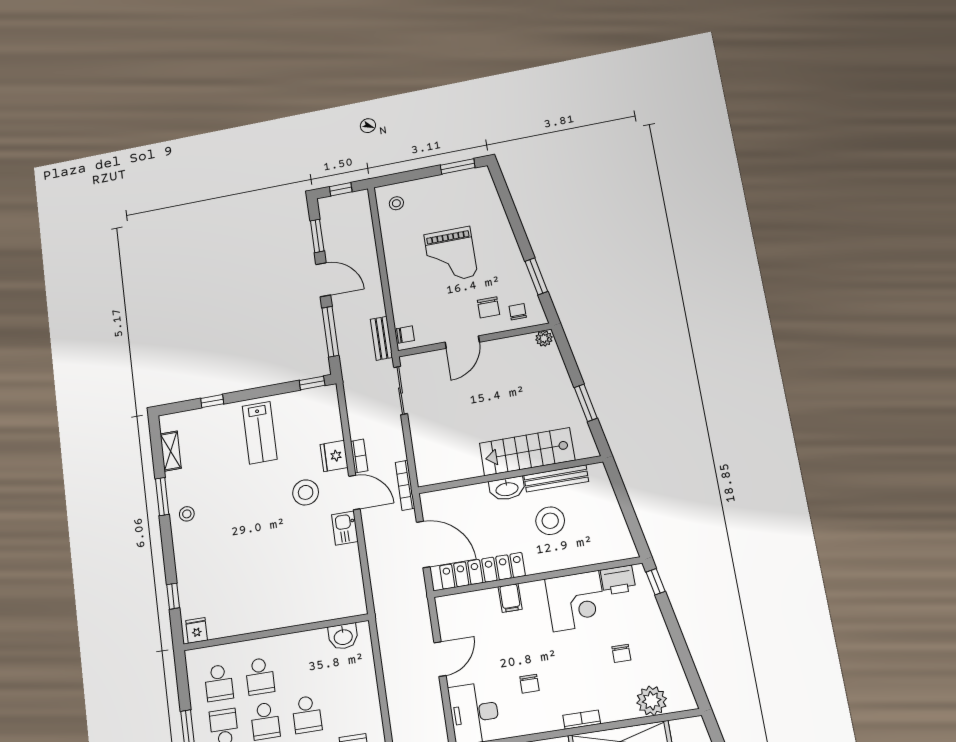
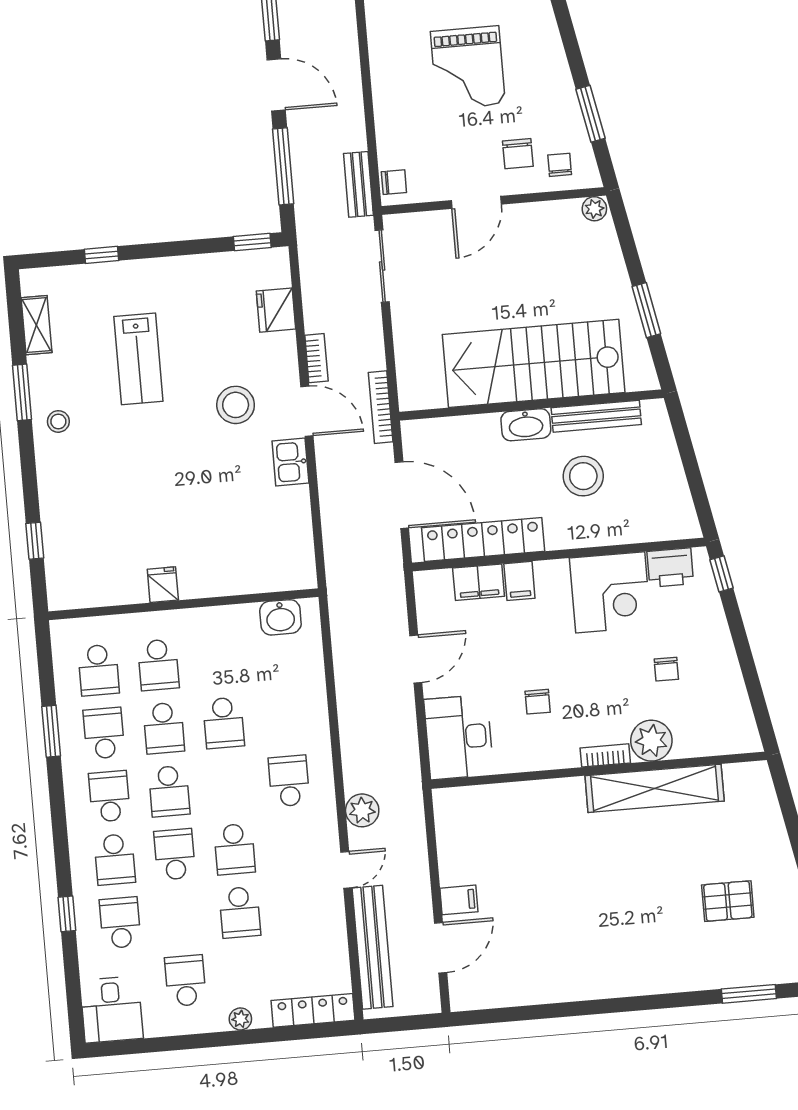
lab bench: (260, 433) -> (138, 359), moved
stairs: (527, 452) -> (534, 363), width x1.36, depth x1.51
fridge: (334, 456) -> (276, 310), moved
filing cabinet: (481, 601) -> (479, 582), added
fridge: (197, 630) -> (163, 585), moved
plant: (652, 701) -> (651, 741), moved

